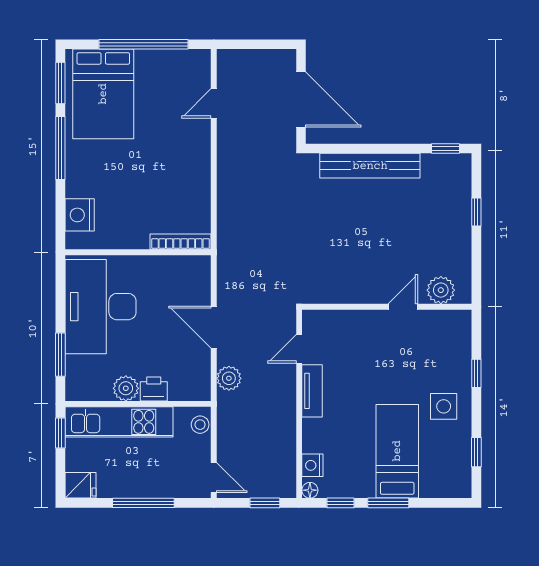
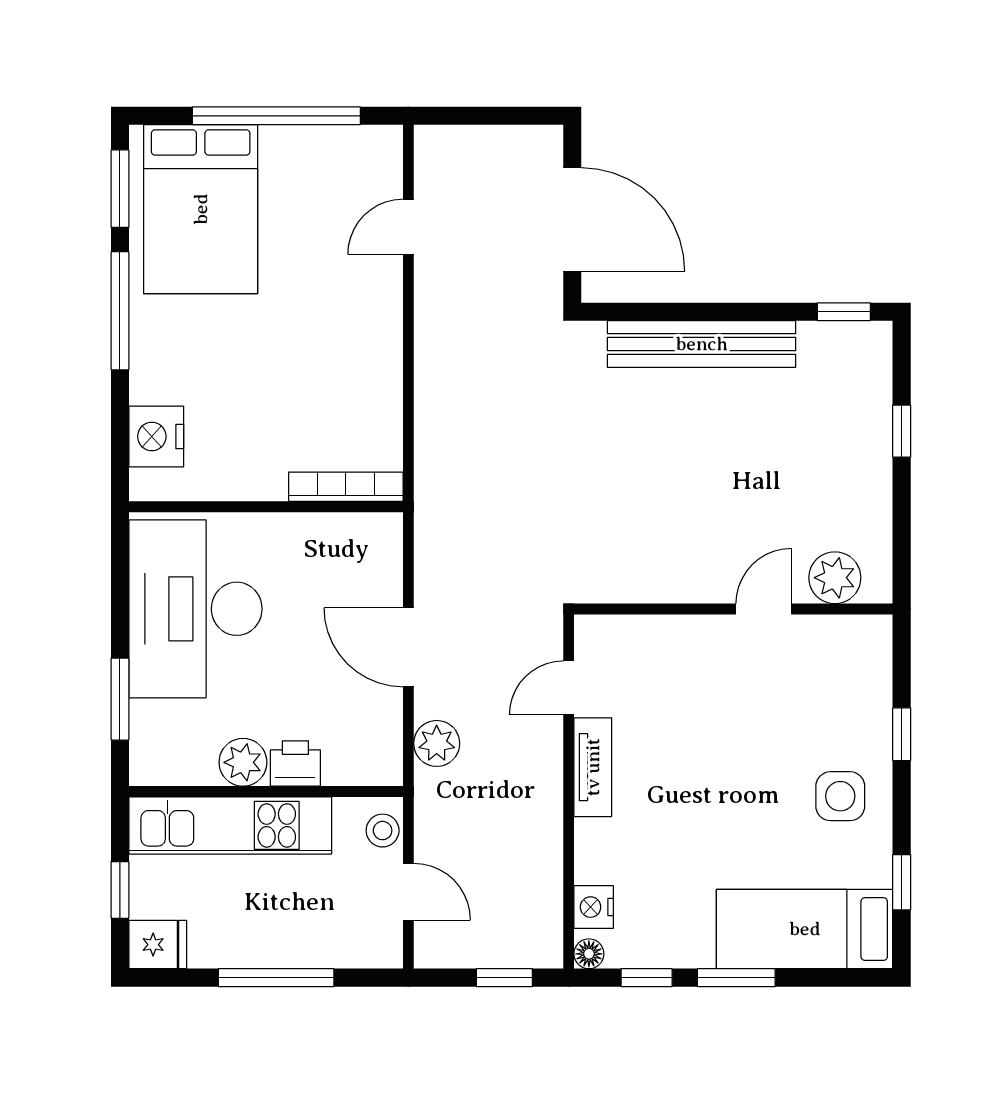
window: (60, 433) -> (120, 890), moved
bed: (397, 451) -> (805, 929), moved, turned -90
door: (214, 478) -> (408, 892), moved

